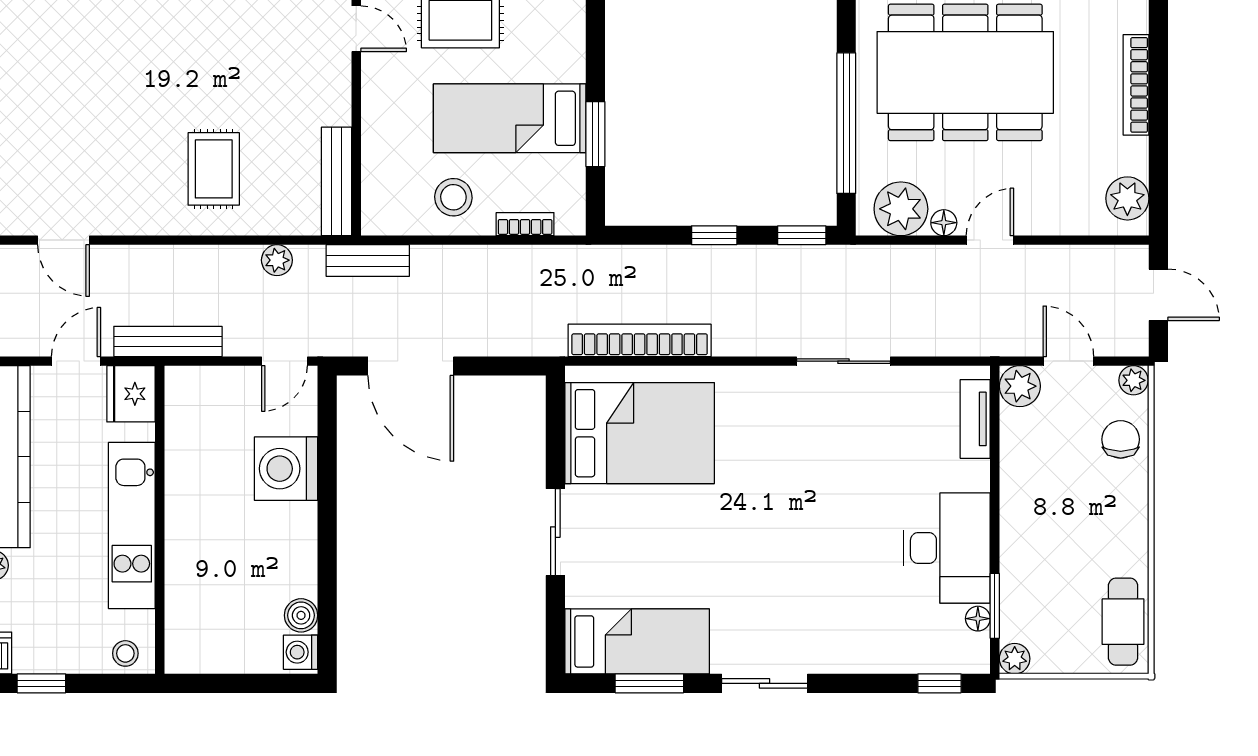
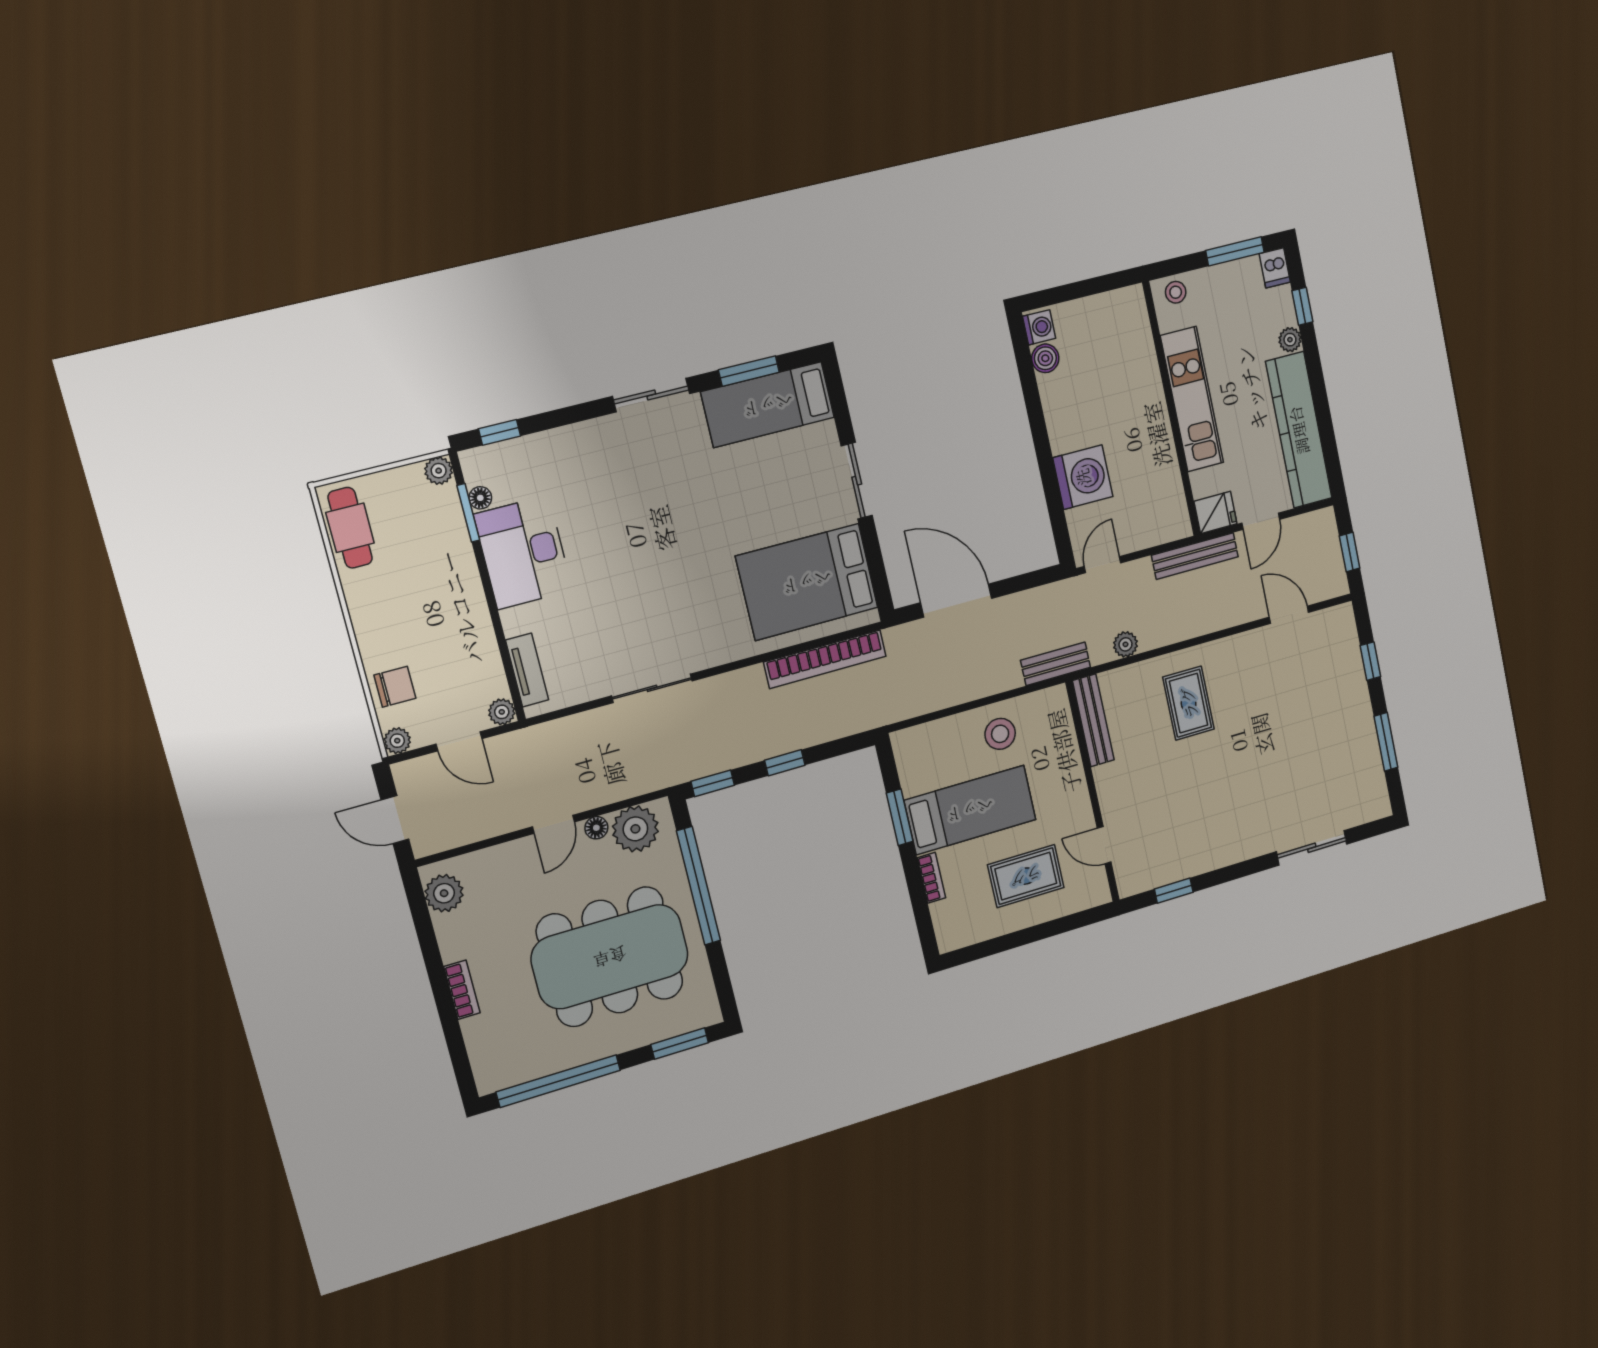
bookcase: (1136, 85) -> (462, 990), width x0.64
bookcase: (525, 224) -> (931, 878), moved, turned -90
door: (411, 366) -> (956, 601), moved
plant: (1020, 386) -> (502, 712), width x0.73, depth x0.73
fridge: (131, 394) -> (1215, 513), width x0.72
chair: (1121, 439) -> (395, 687), turned -90
window: (41, 683) -> (1235, 251), width x1.50

